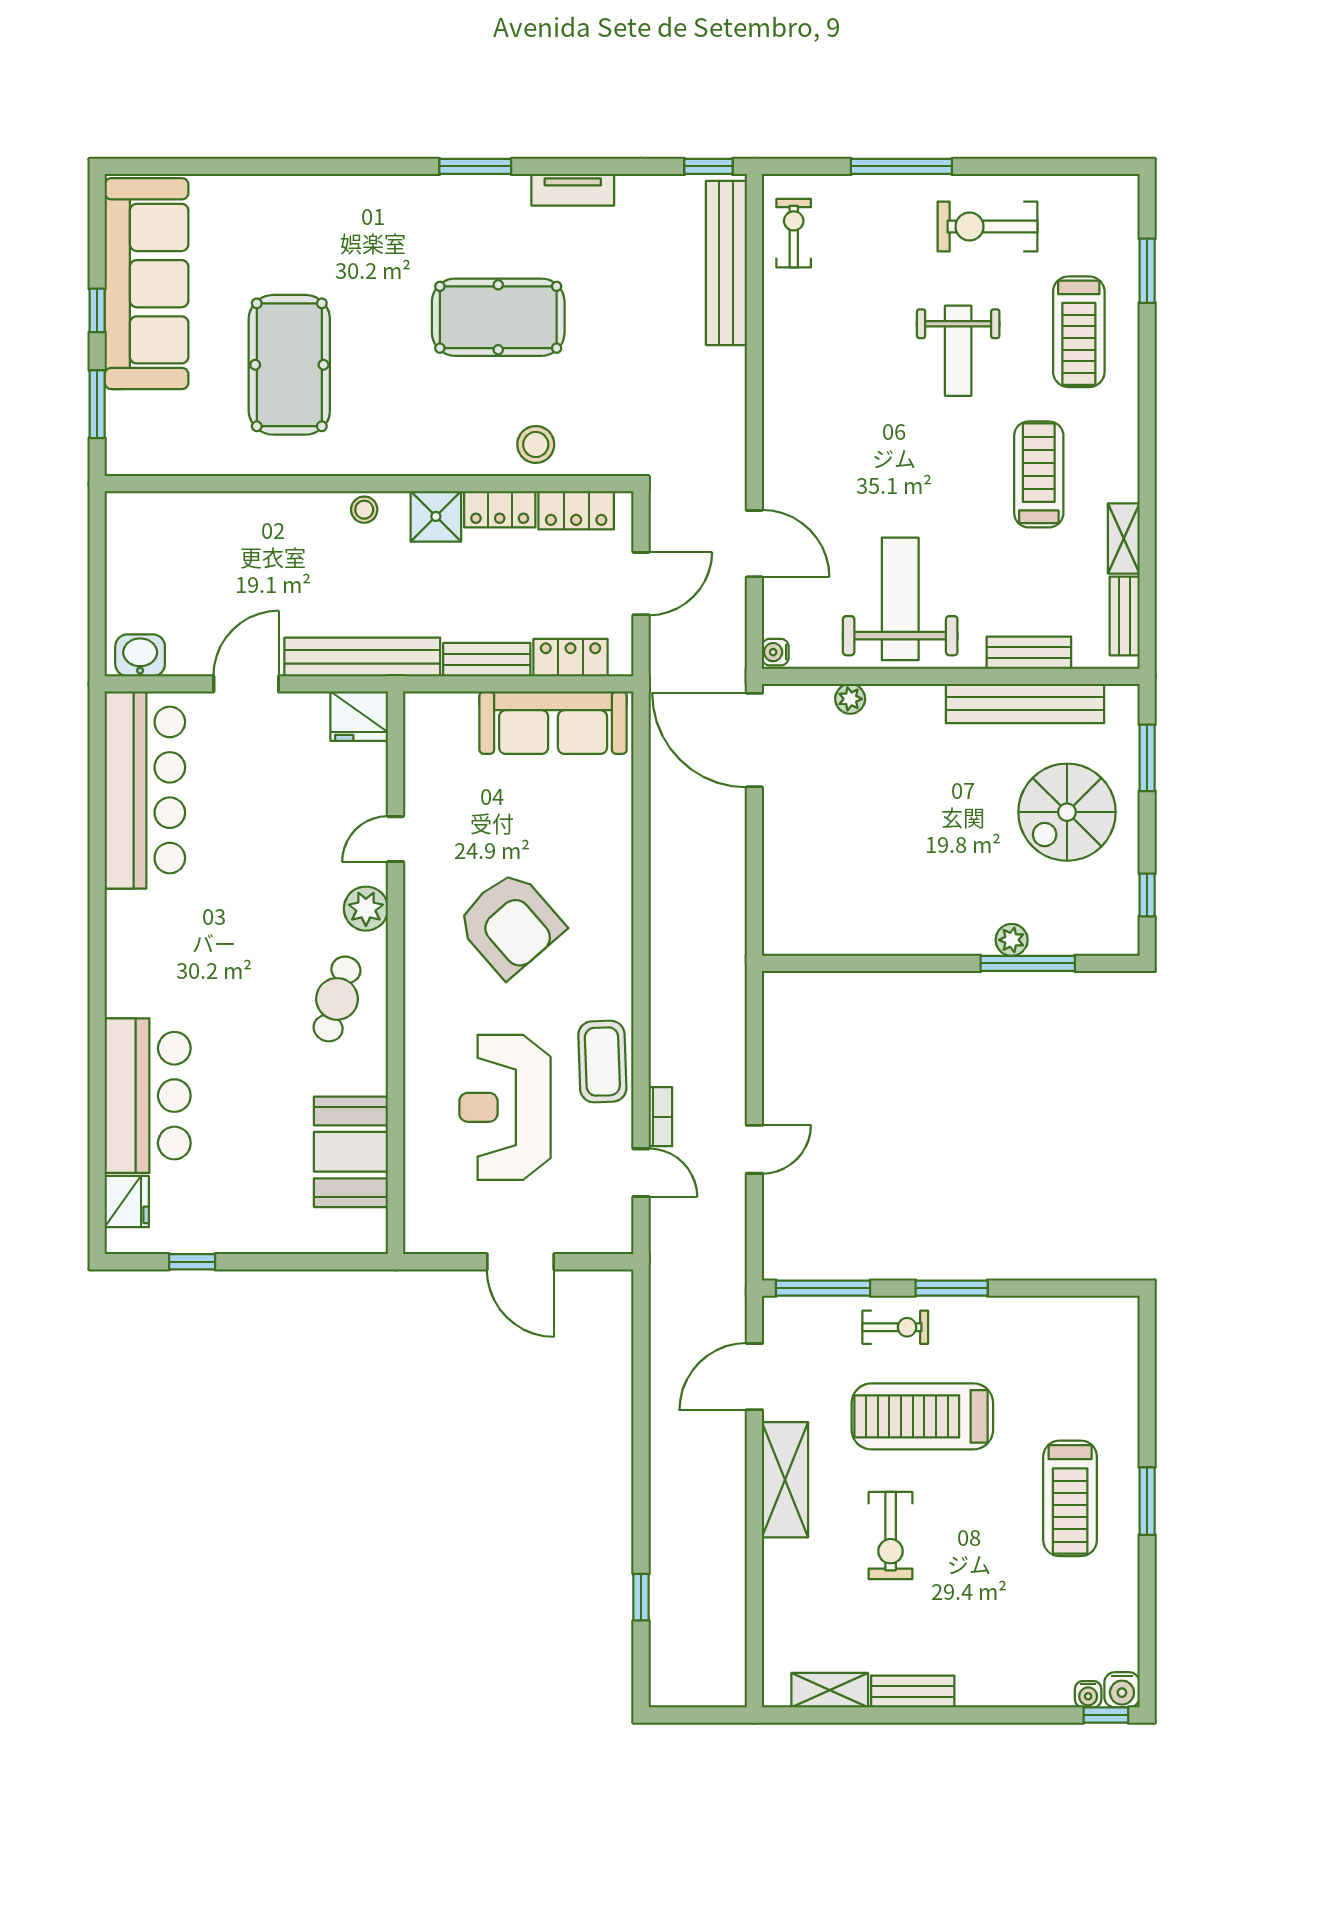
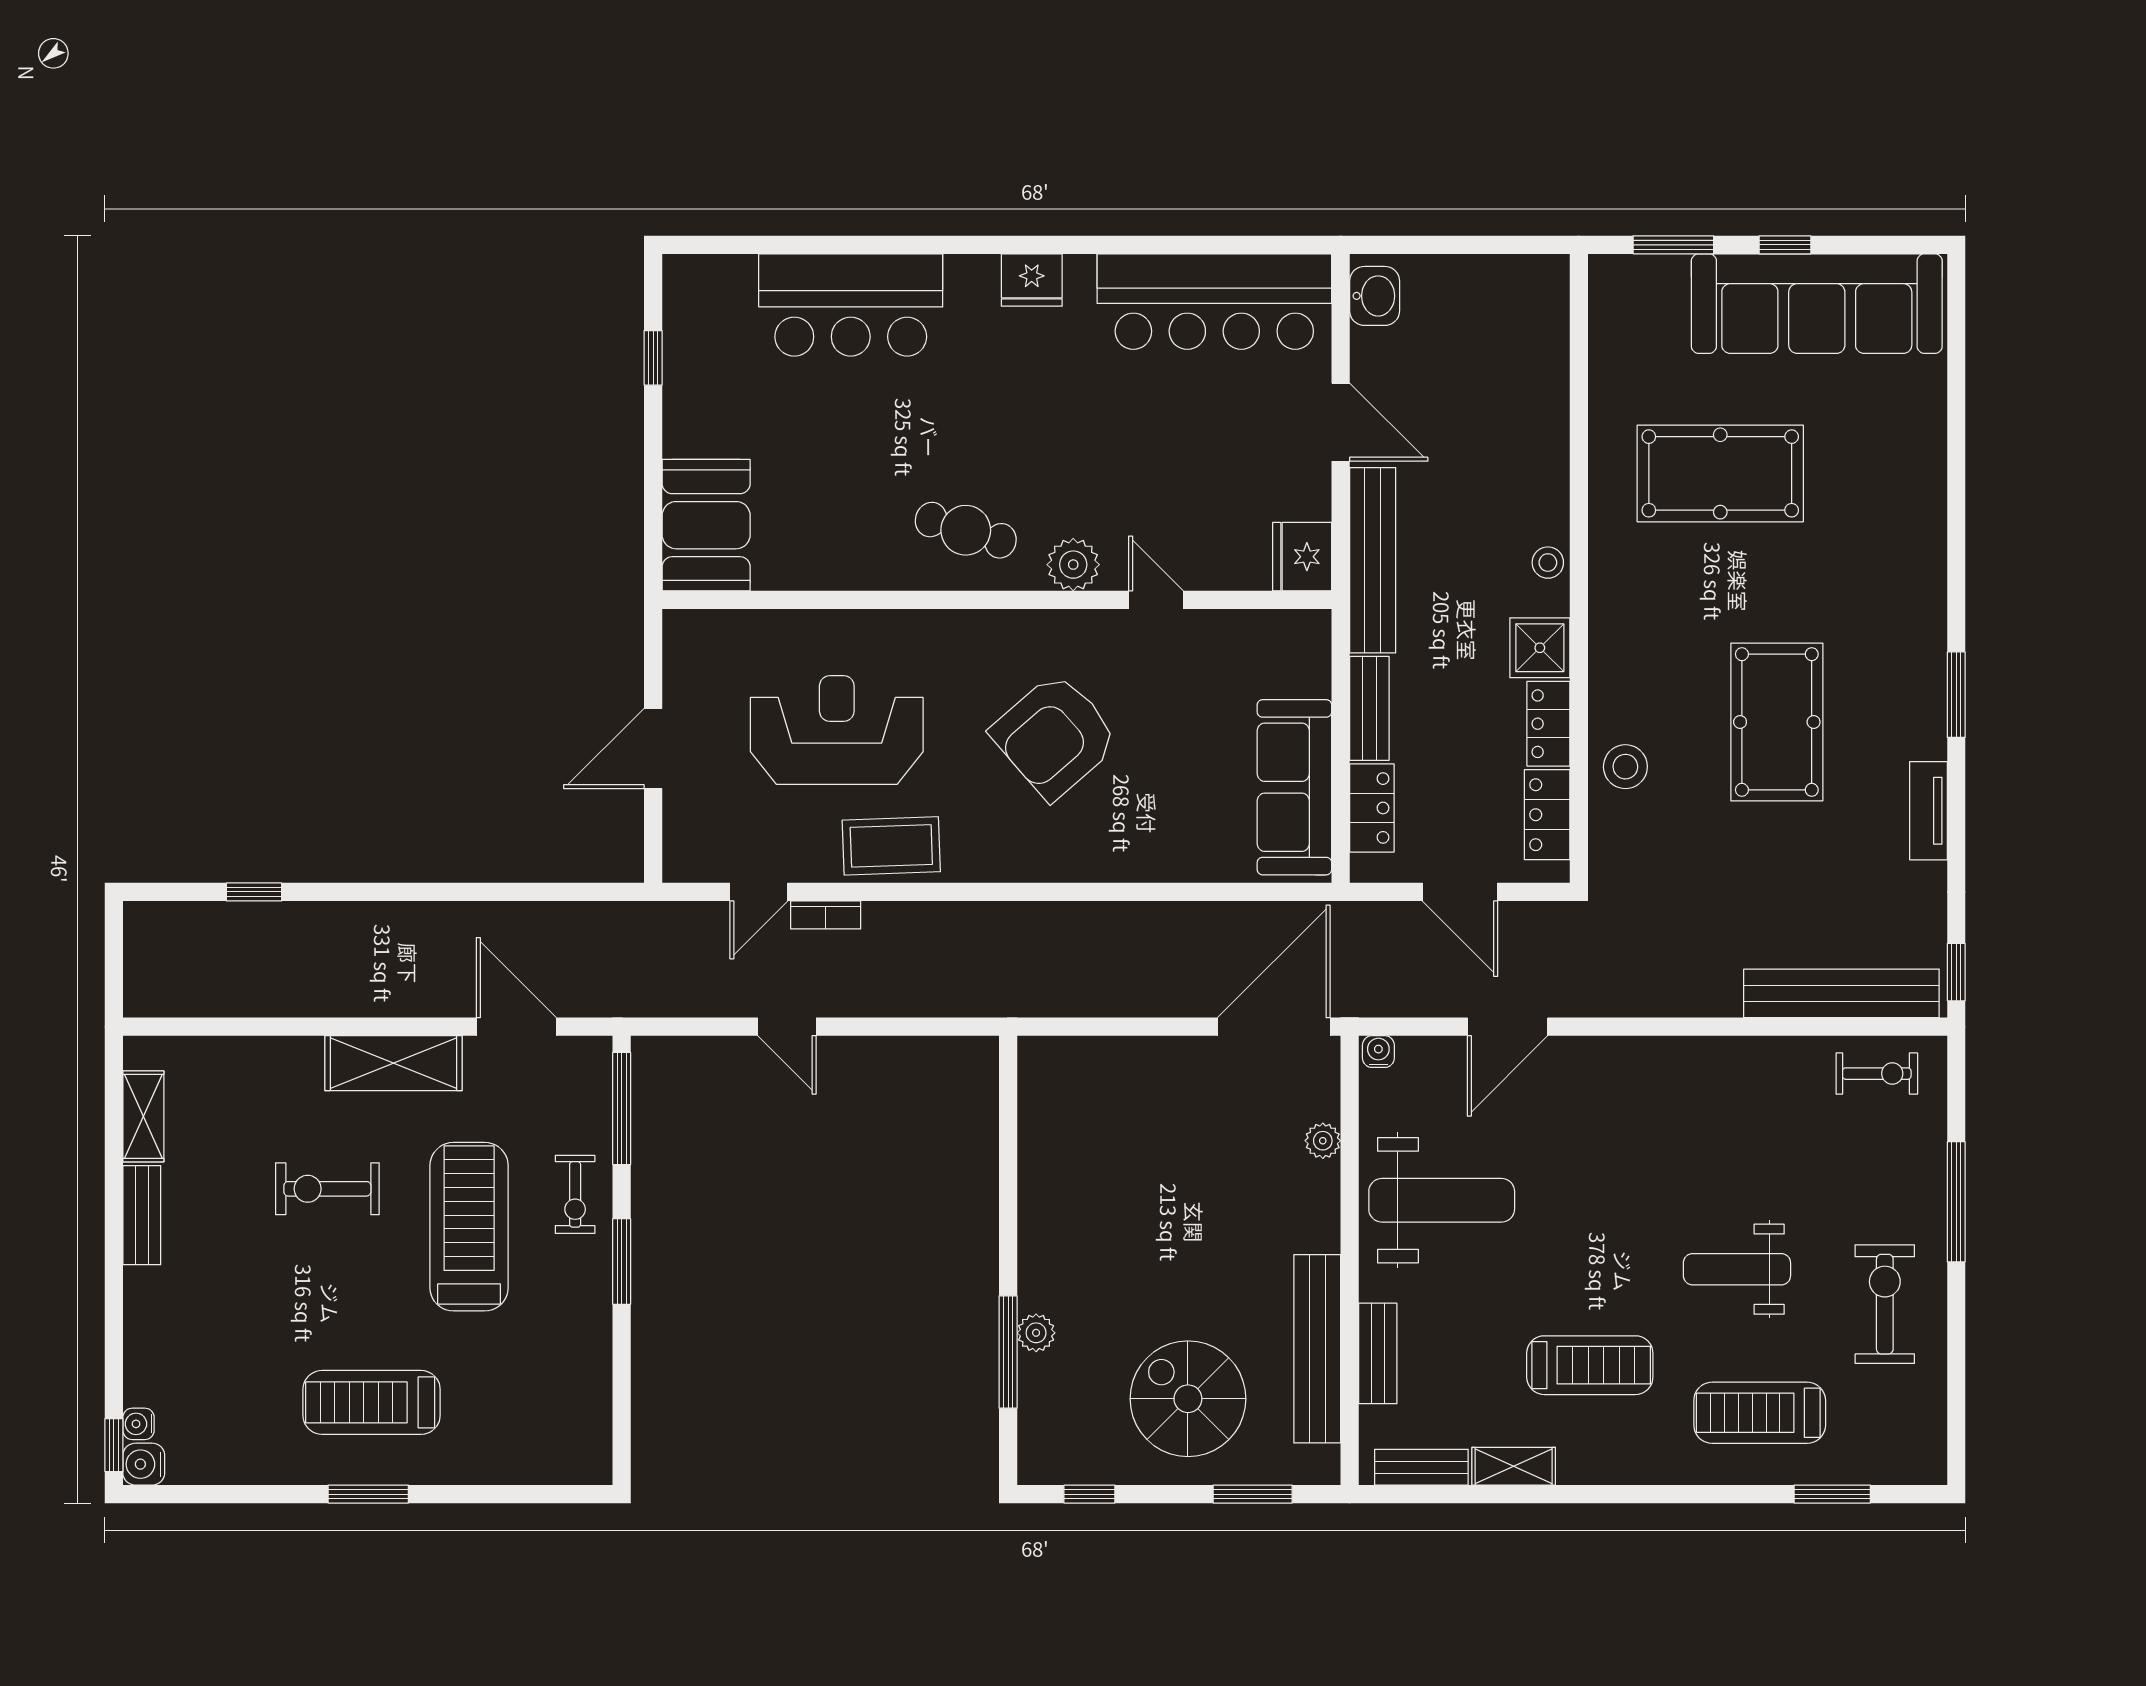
booth: (351, 1152) -> (706, 525), moved, turned 90
fridge: (127, 1202) -> (1032, 280), moved

